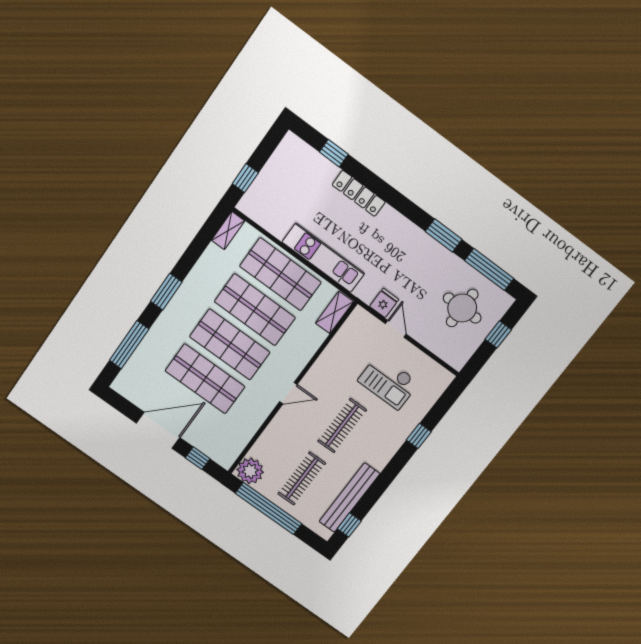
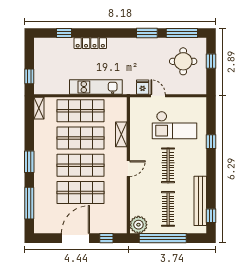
shelving: (334, 312) -> (121, 134), moved
checkout: (388, 382) -> (175, 125), width x1.36, depth x1.21

